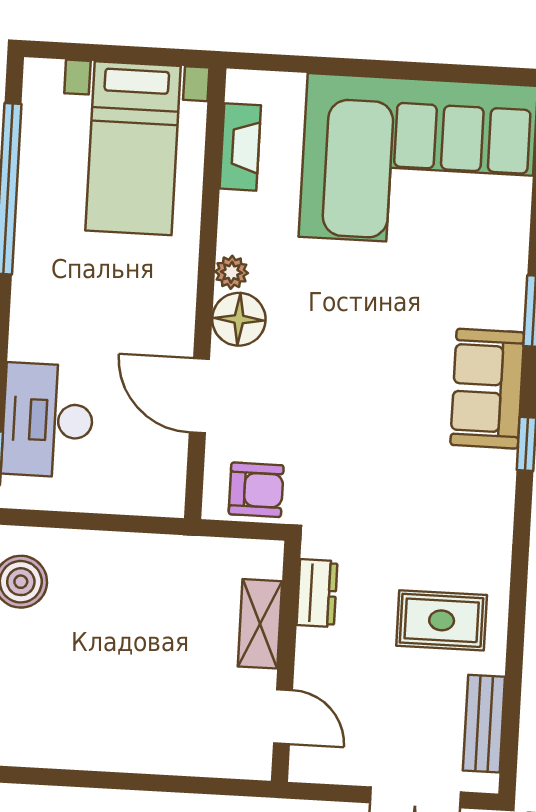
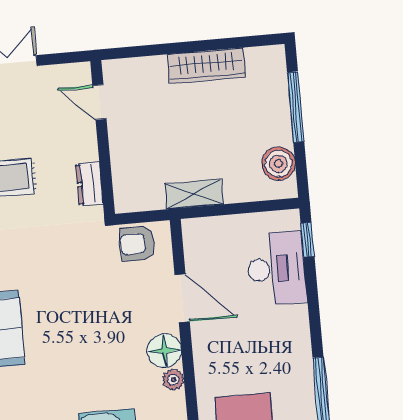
shelving: (260, 624) -> (194, 194), moved, turned 90
wardrobe: (110, 749) -> (206, 66), added

